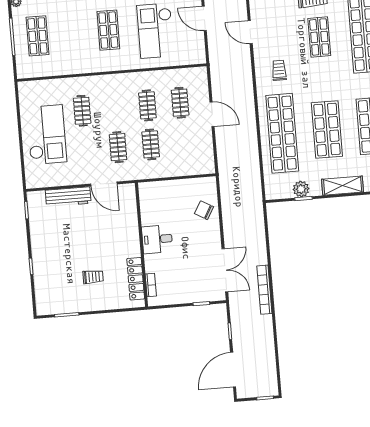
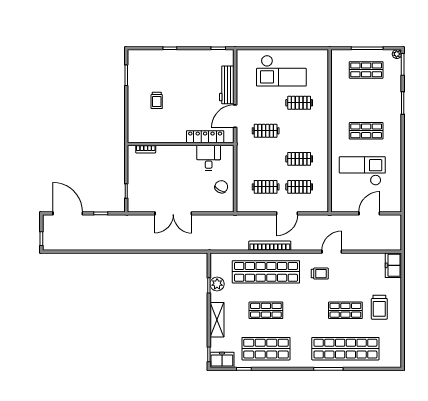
door: (250, 32) -> (332, 252), moved
shop shelf: (327, 130) -> (266, 310), width x0.70, depth x0.74
clothes rail: (151, 144) -> (266, 187), moved
chair: (204, 210) -> (221, 187), moved
desk: (157, 239) -> (209, 158), moved
double door: (225, 270) -> (173, 213), moved
locker: (136, 279) -> (205, 137), moved
bookcase: (264, 290) -> (270, 246), moved

